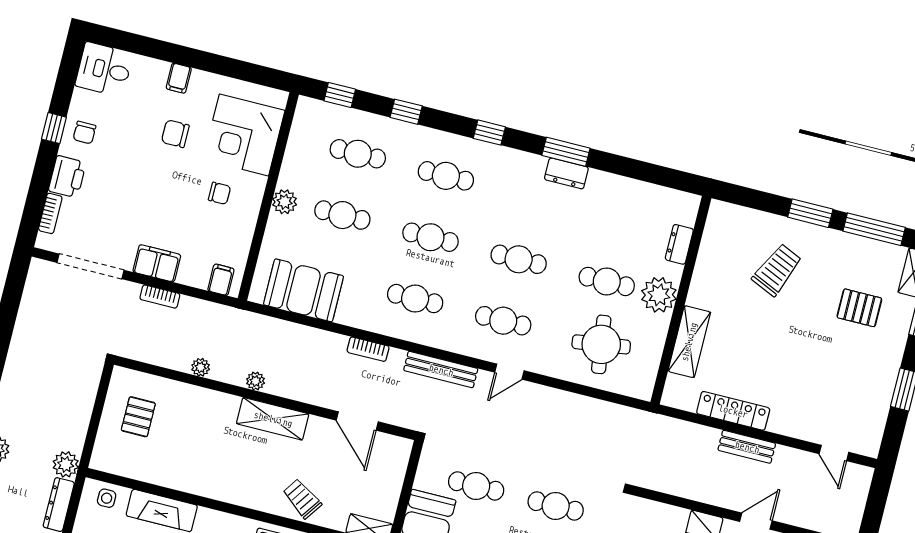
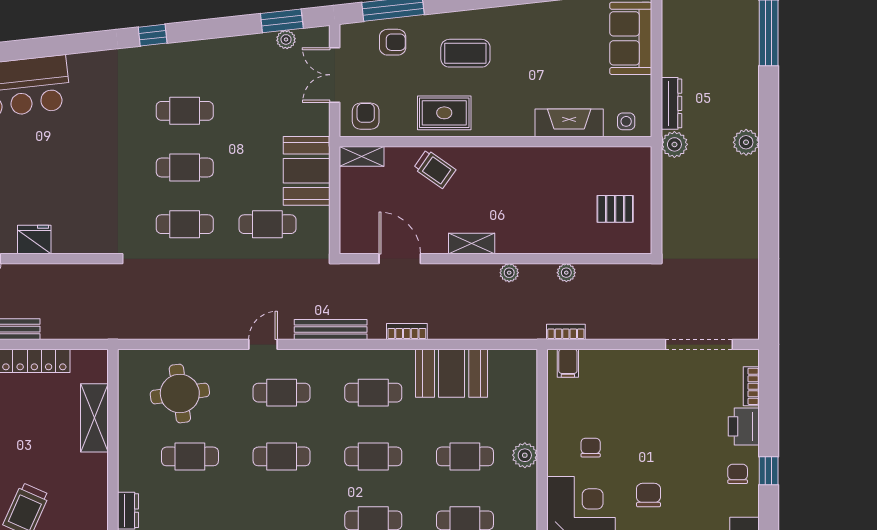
chair: (175, 134) -> (648, 495), turned -90
chair: (219, 193) -> (591, 448), turned 90
filing cabinet: (157, 263) -> (635, 364), removed
booth: (304, 290) -> (452, 373), moved
plant: (659, 295) -> (136, 456), removed
bookcase: (160, 297) -> (566, 332), moved
pallet: (138, 417) -> (615, 209), turned 90
shelving: (273, 419) -> (472, 243), width x0.67, depth x0.75

